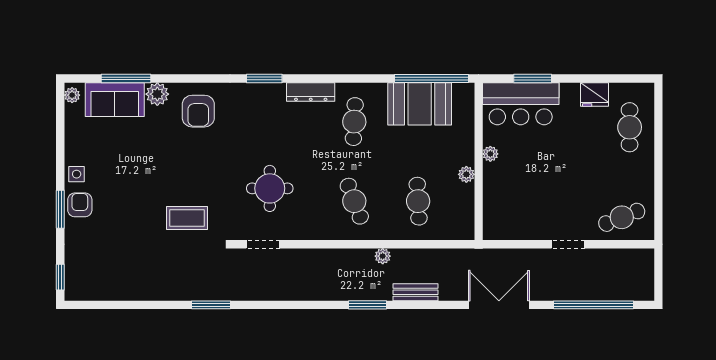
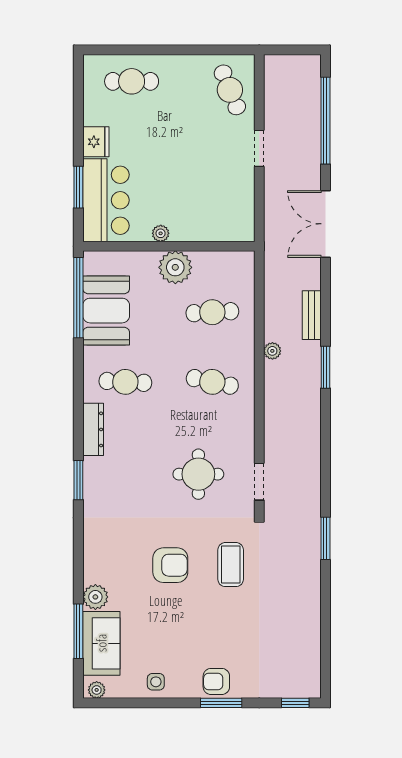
fridge: (594, 95) -> (96, 142), moved
armchair: (198, 111) -> (170, 565), moved
side table: (77, 174) -> (156, 682), moved
plant: (466, 174) -> (175, 267), width x1.87, depth x1.87
cafe table: (354, 201) -> (212, 382), turned 33

